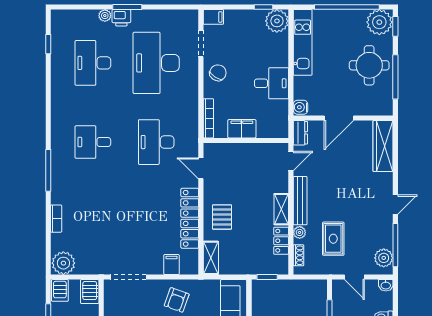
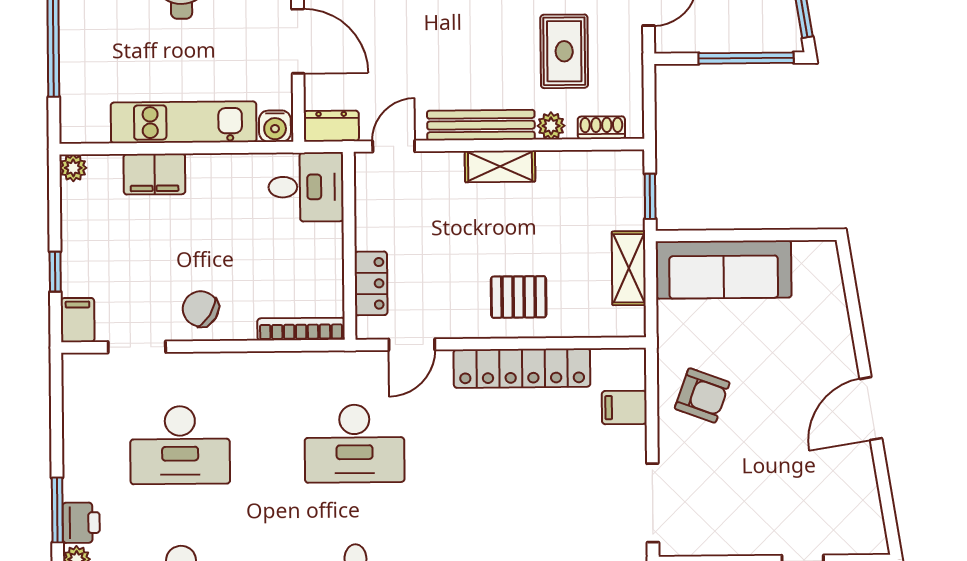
window: (264, 7) -> (55, 272), moved
plant: (277, 21) -> (73, 168), width x0.53, depth x0.53
kitchen unit: (303, 42) -> (184, 122), moved
desk: (156, 63) -> (180, 445), width x0.73, depth x0.77
desk: (272, 83) -> (306, 187), moved, turned 90
filing cabinet: (242, 129) -> (154, 174), moved, turned -90
door: (291, 161) -> (394, 146), hinge flipped
rug: (333, 239) -> (564, 51), turned 90
locker: (281, 241) -> (371, 283), moved, turned -90
shelving: (211, 258) -> (629, 268), moved, turned 90

